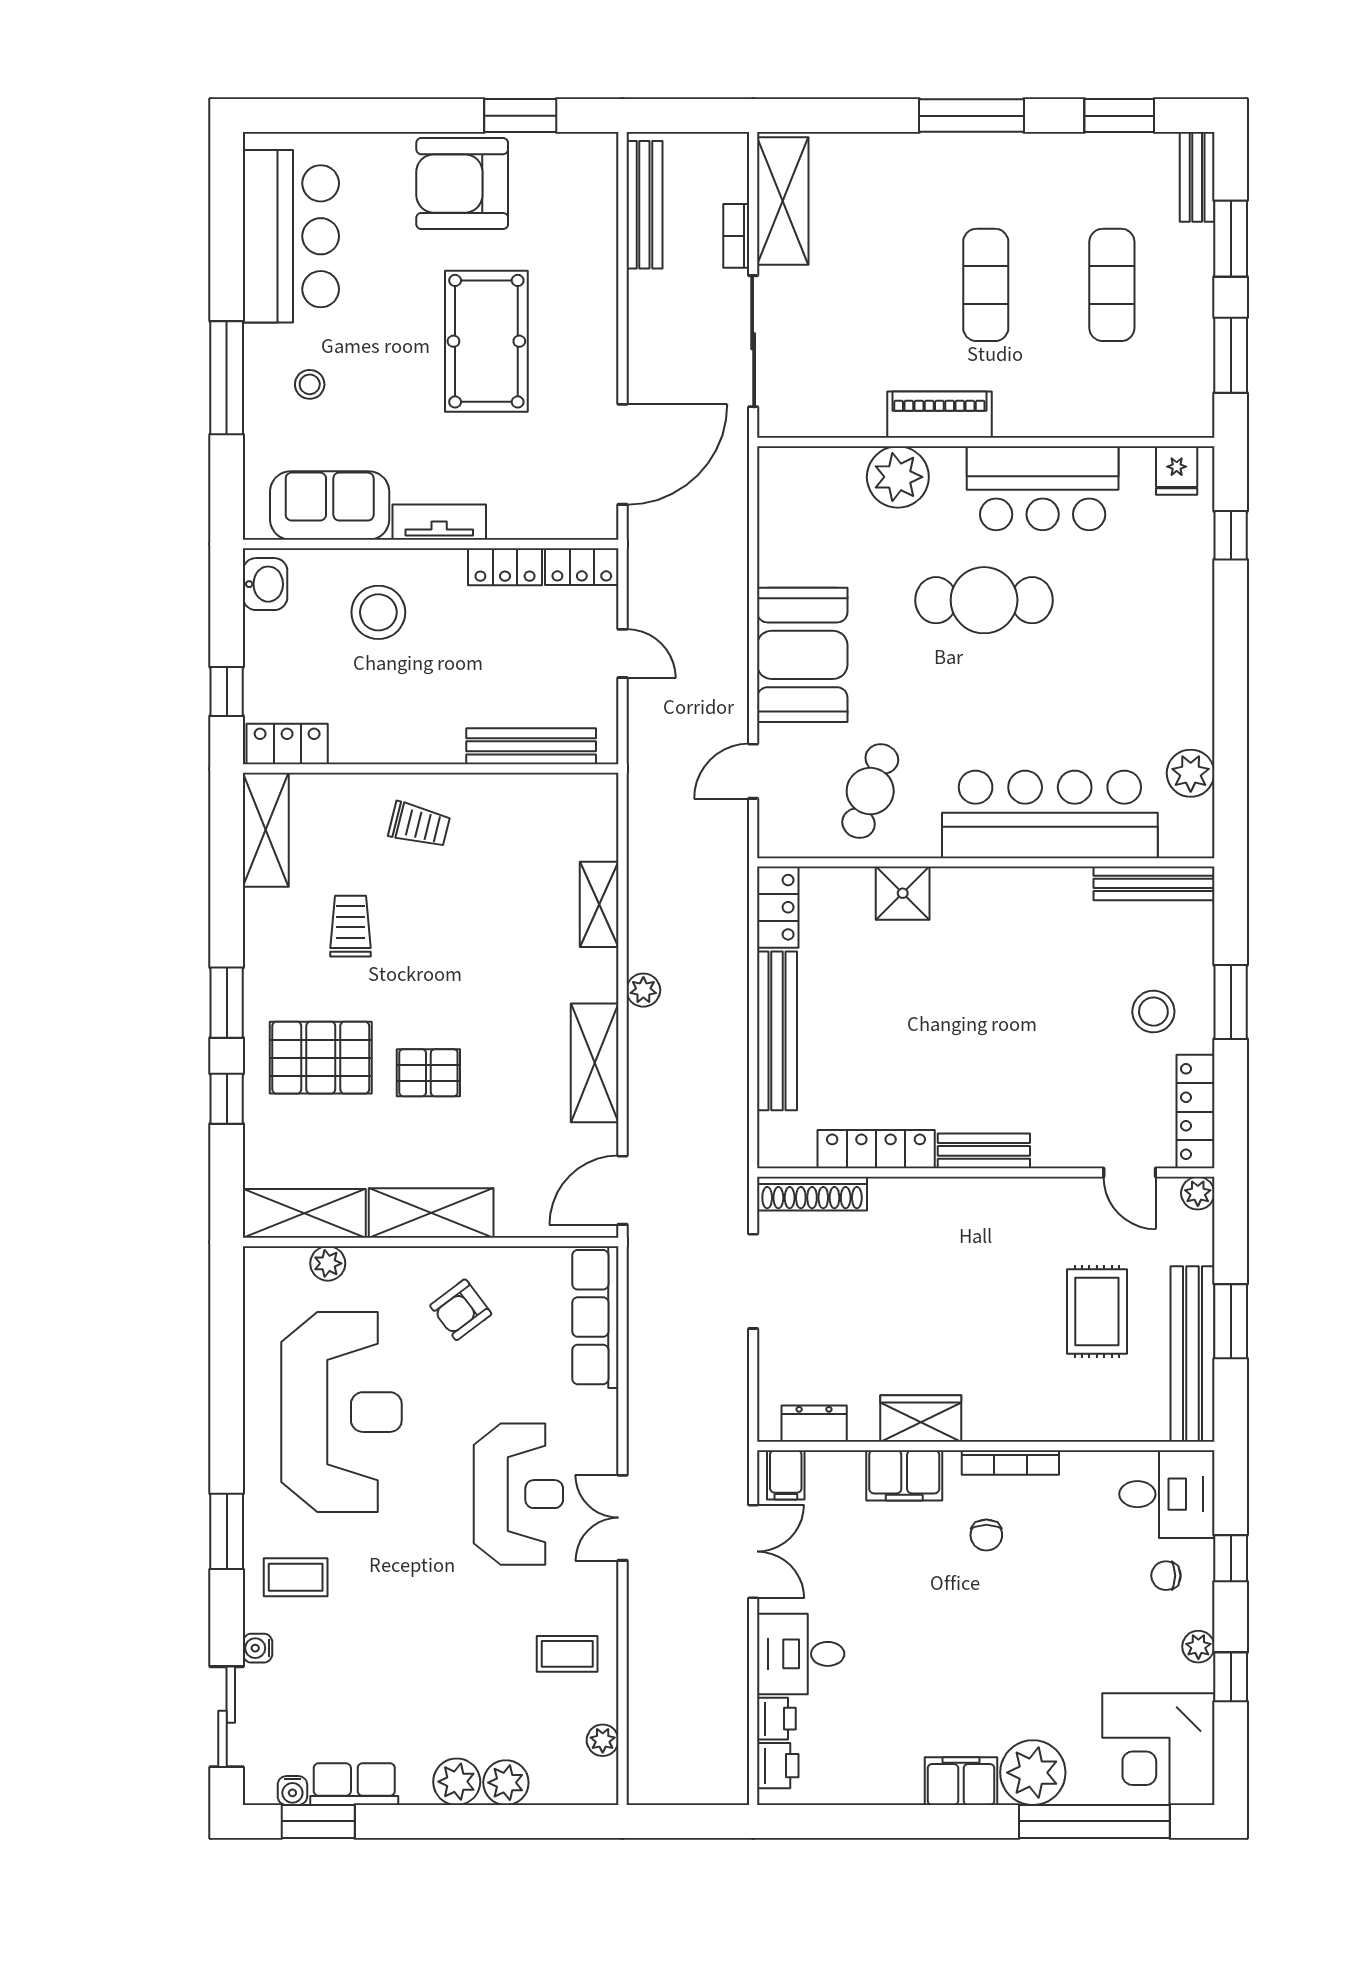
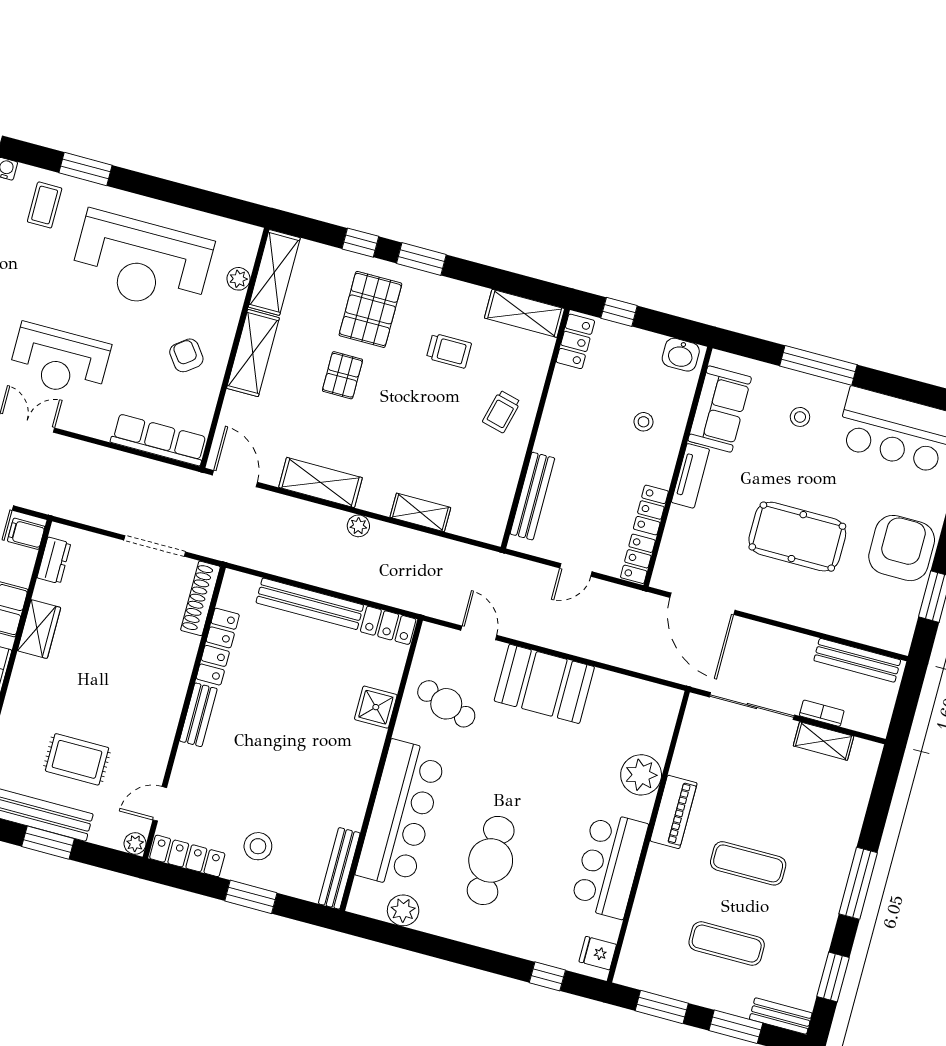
shelving: (783, 201) -> (824, 741), width x0.67, depth x0.75
cafe table: (984, 600) -> (491, 860), moved
stool: (378, 612) -> (643, 422), width x0.53, depth x0.53

